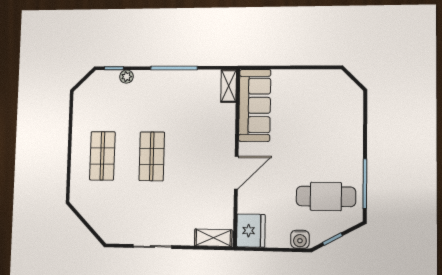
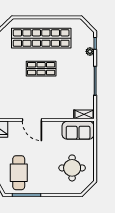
sofa: (255, 105) -> (78, 130), width x0.73
round table: (318, 106) -> (72, 168), added
shop shelf: (102, 156) -> (41, 38), width x2.00, depth x1.36

